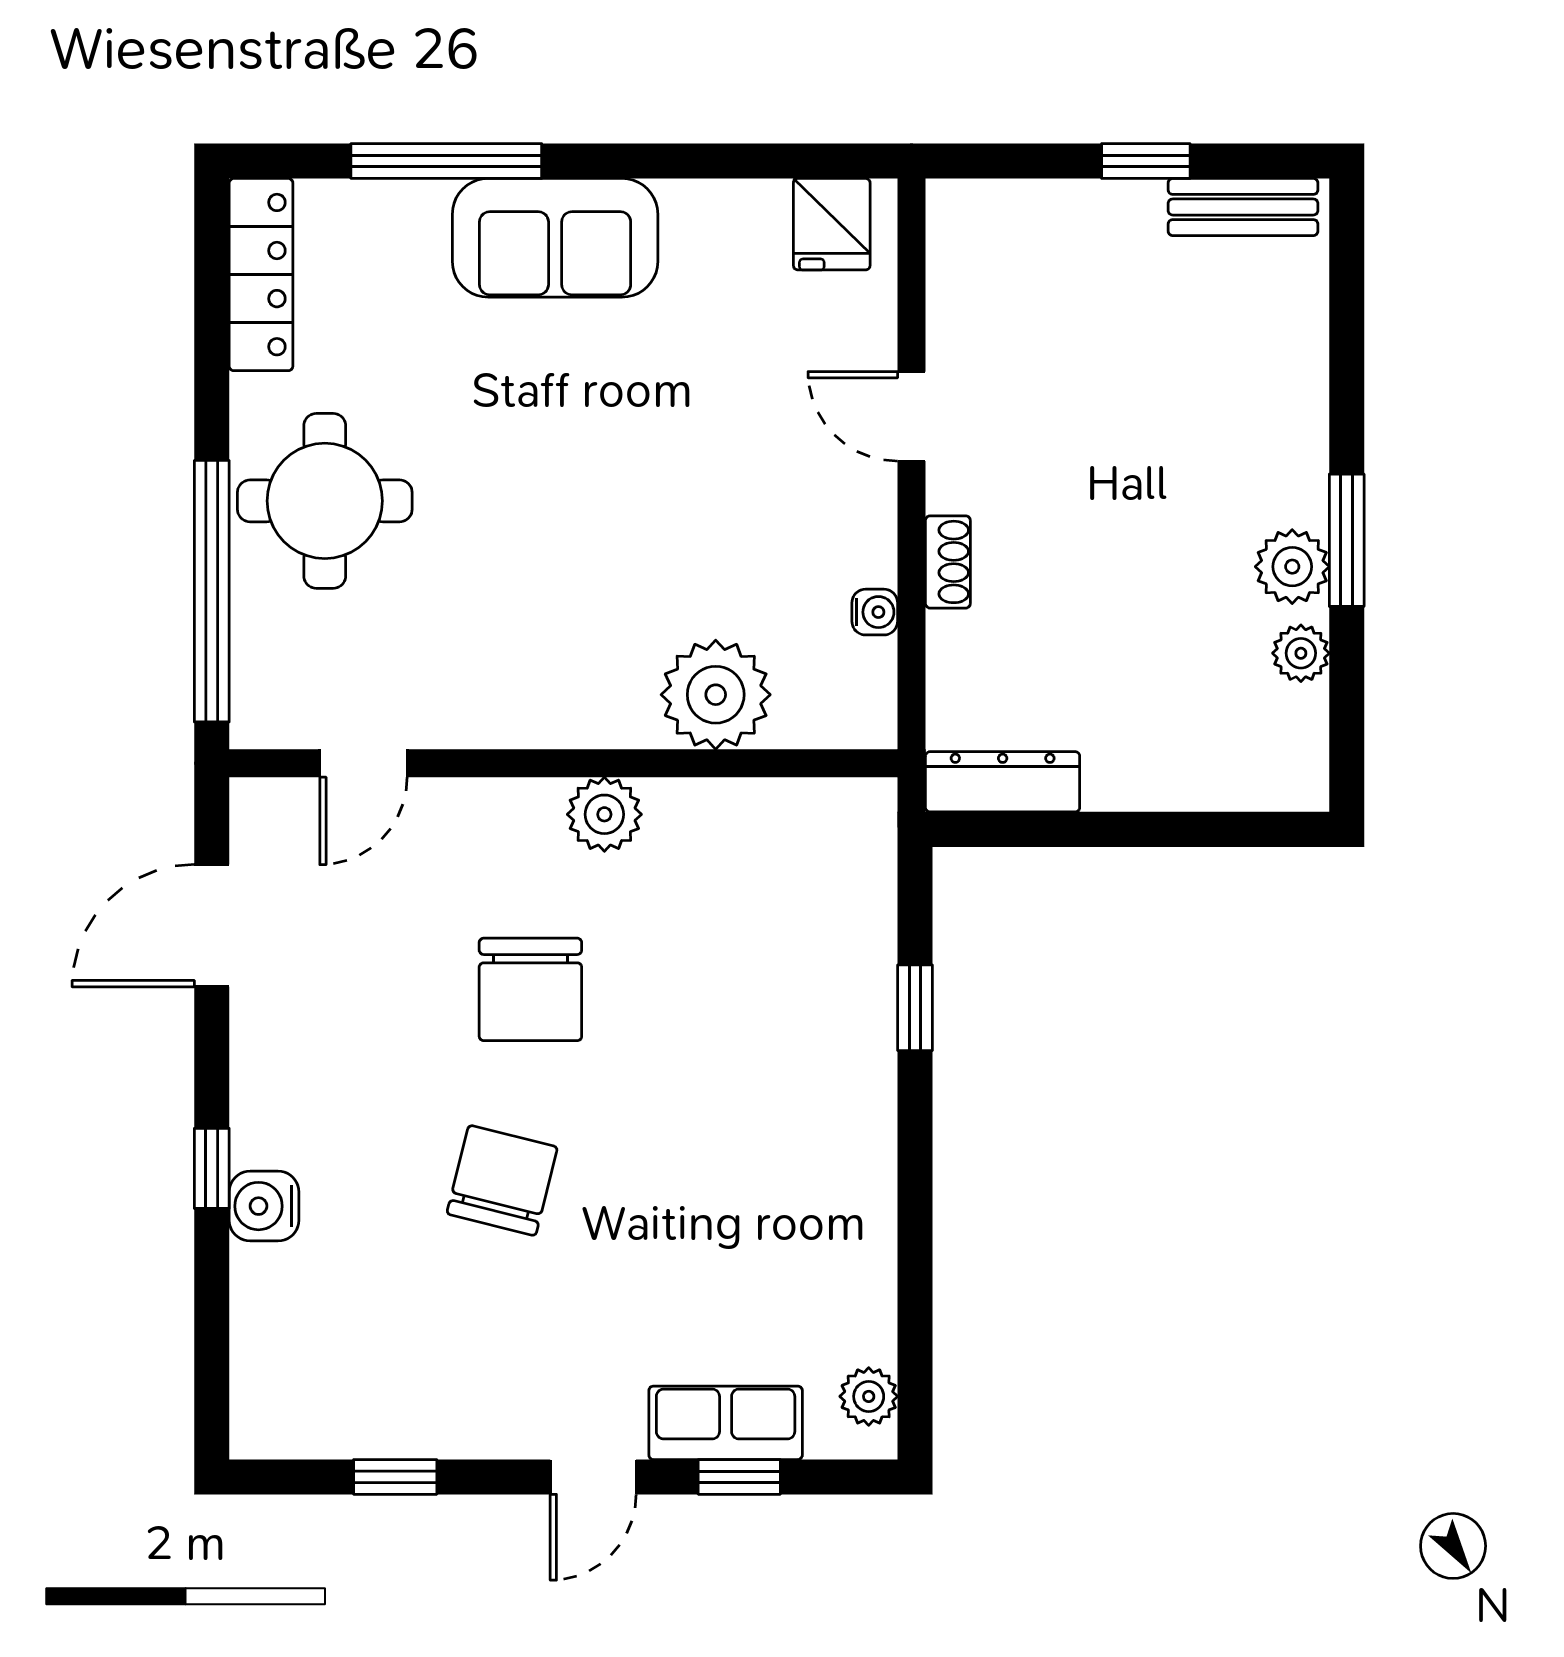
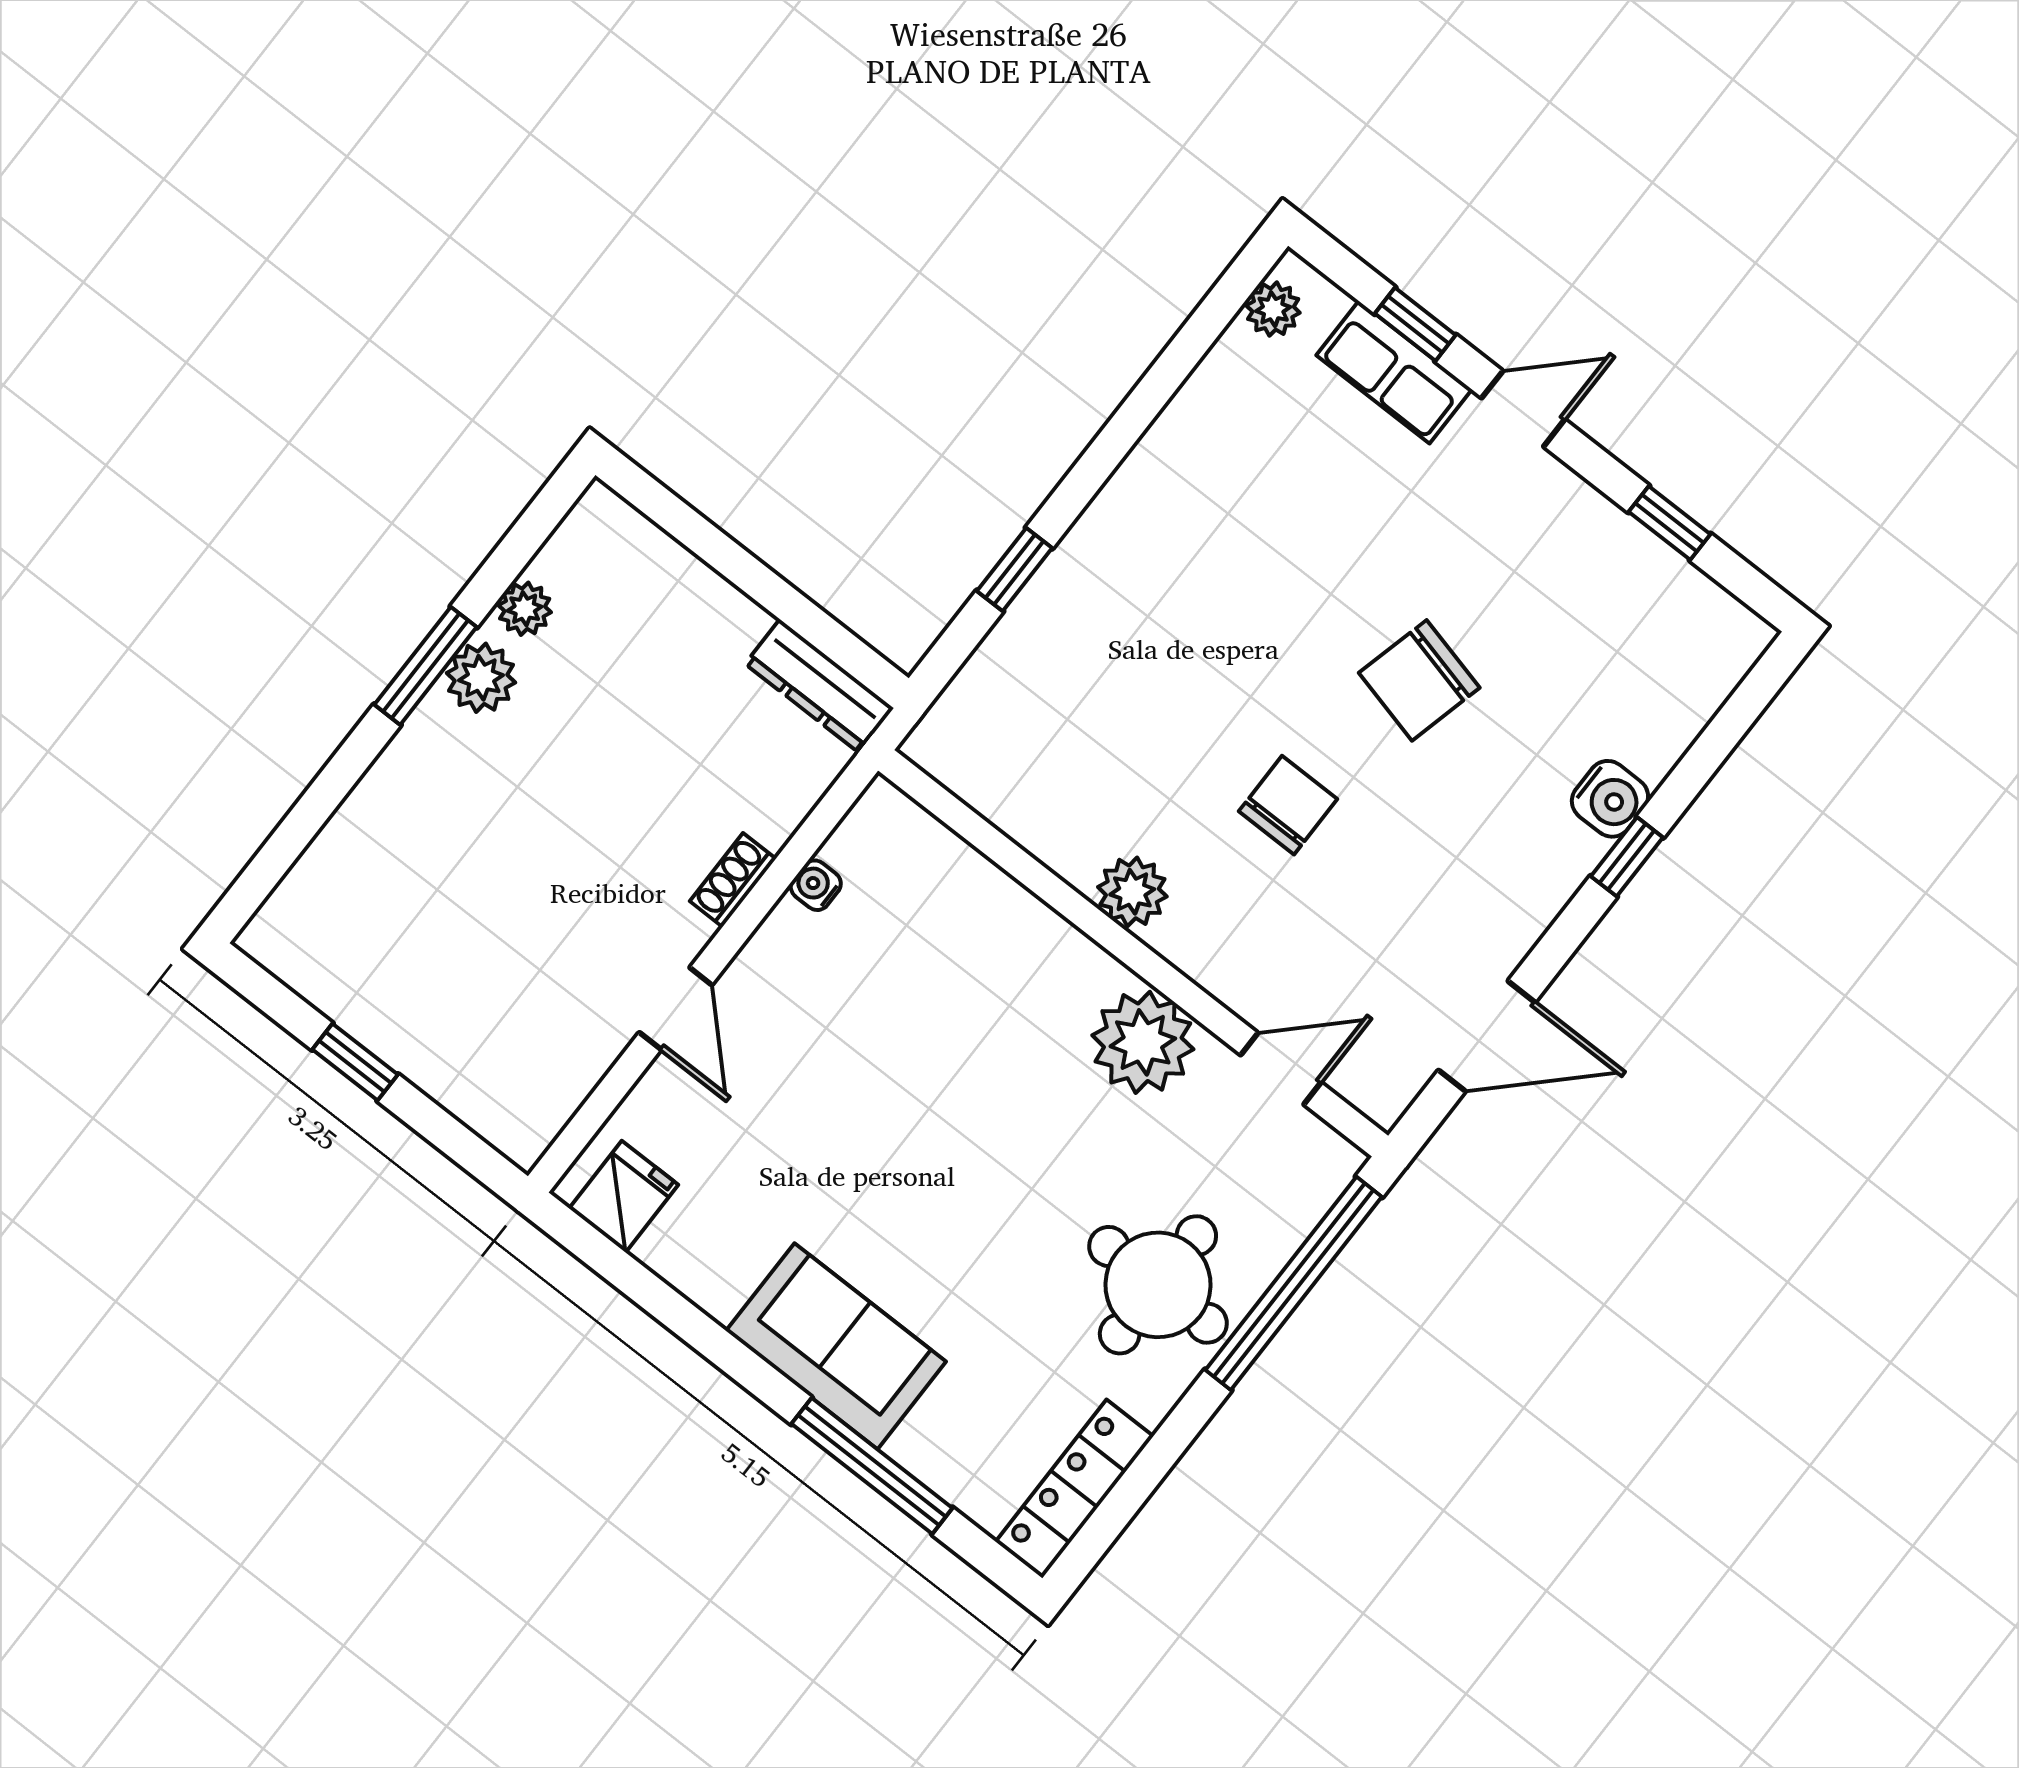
bench: (1243, 207) -> (310, 972), removed
plant: (716, 695) -> (1143, 1042), moved
chair: (530, 989) -> (1288, 805), width x0.73, depth x0.73

